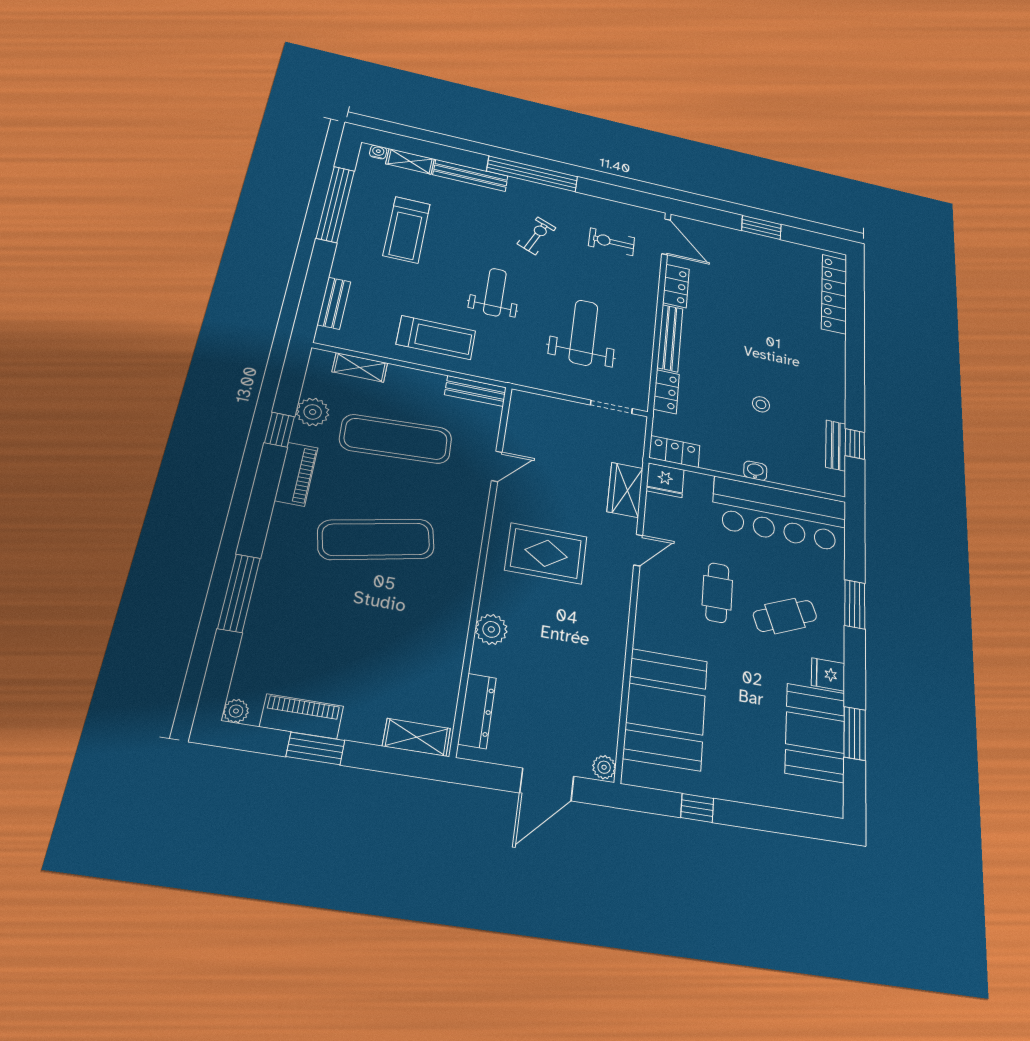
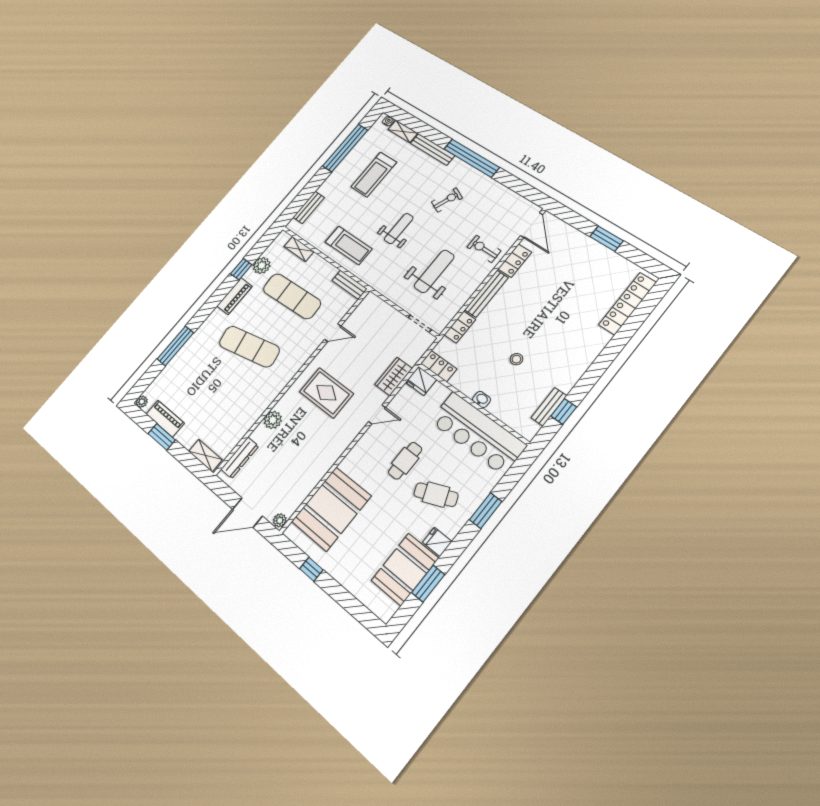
exercise bike: (612, 242) -> (484, 249), moved

